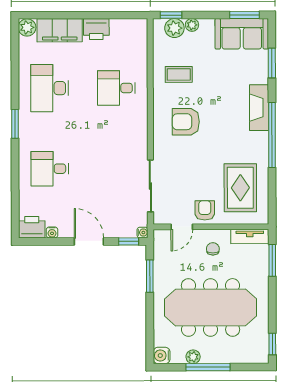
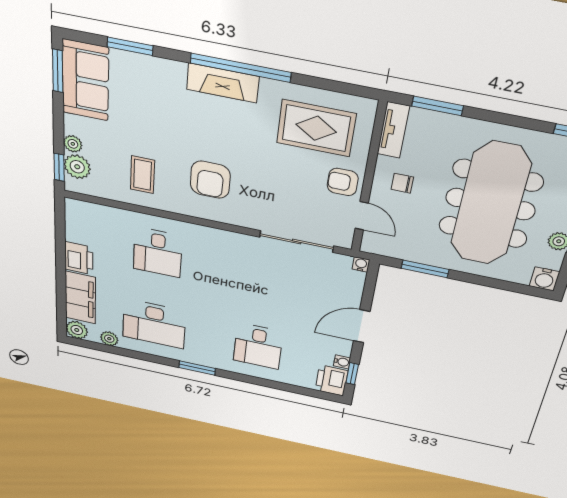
plant: (25, 53) -> (109, 339), added
fireplace: (259, 108) -> (223, 83), moved
window: (129, 241) -> (352, 374), moved

